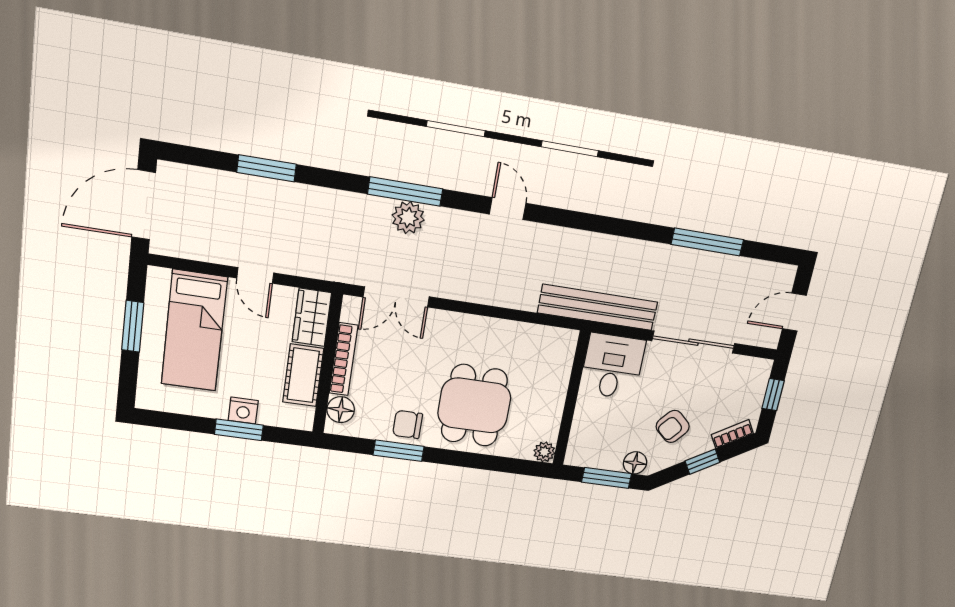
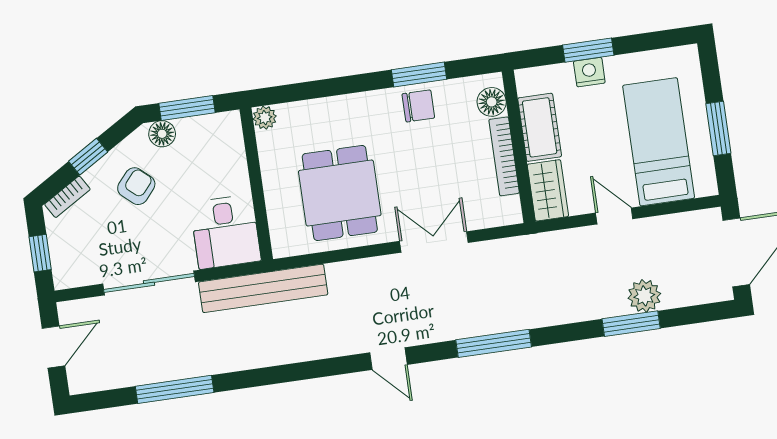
plant: (408, 218) -> (644, 296), moved
double door: (396, 297) -> (434, 242), moved
dining table: (474, 405) -> (340, 193), moved

